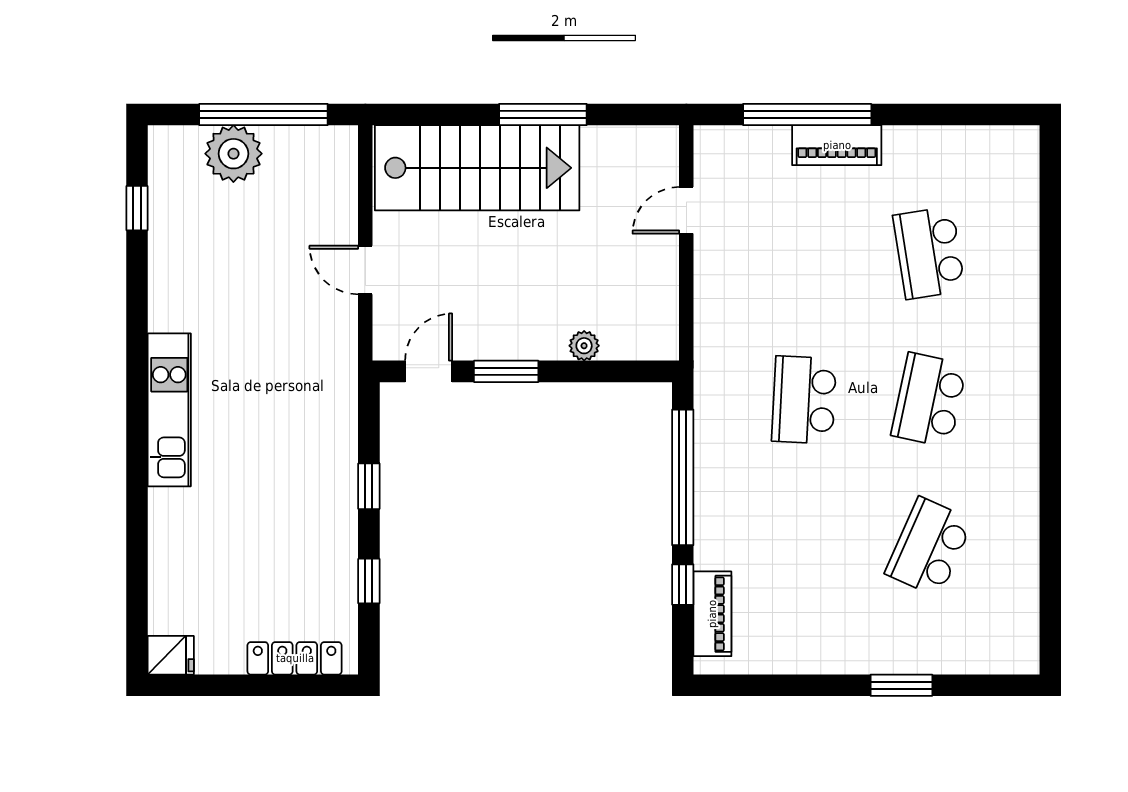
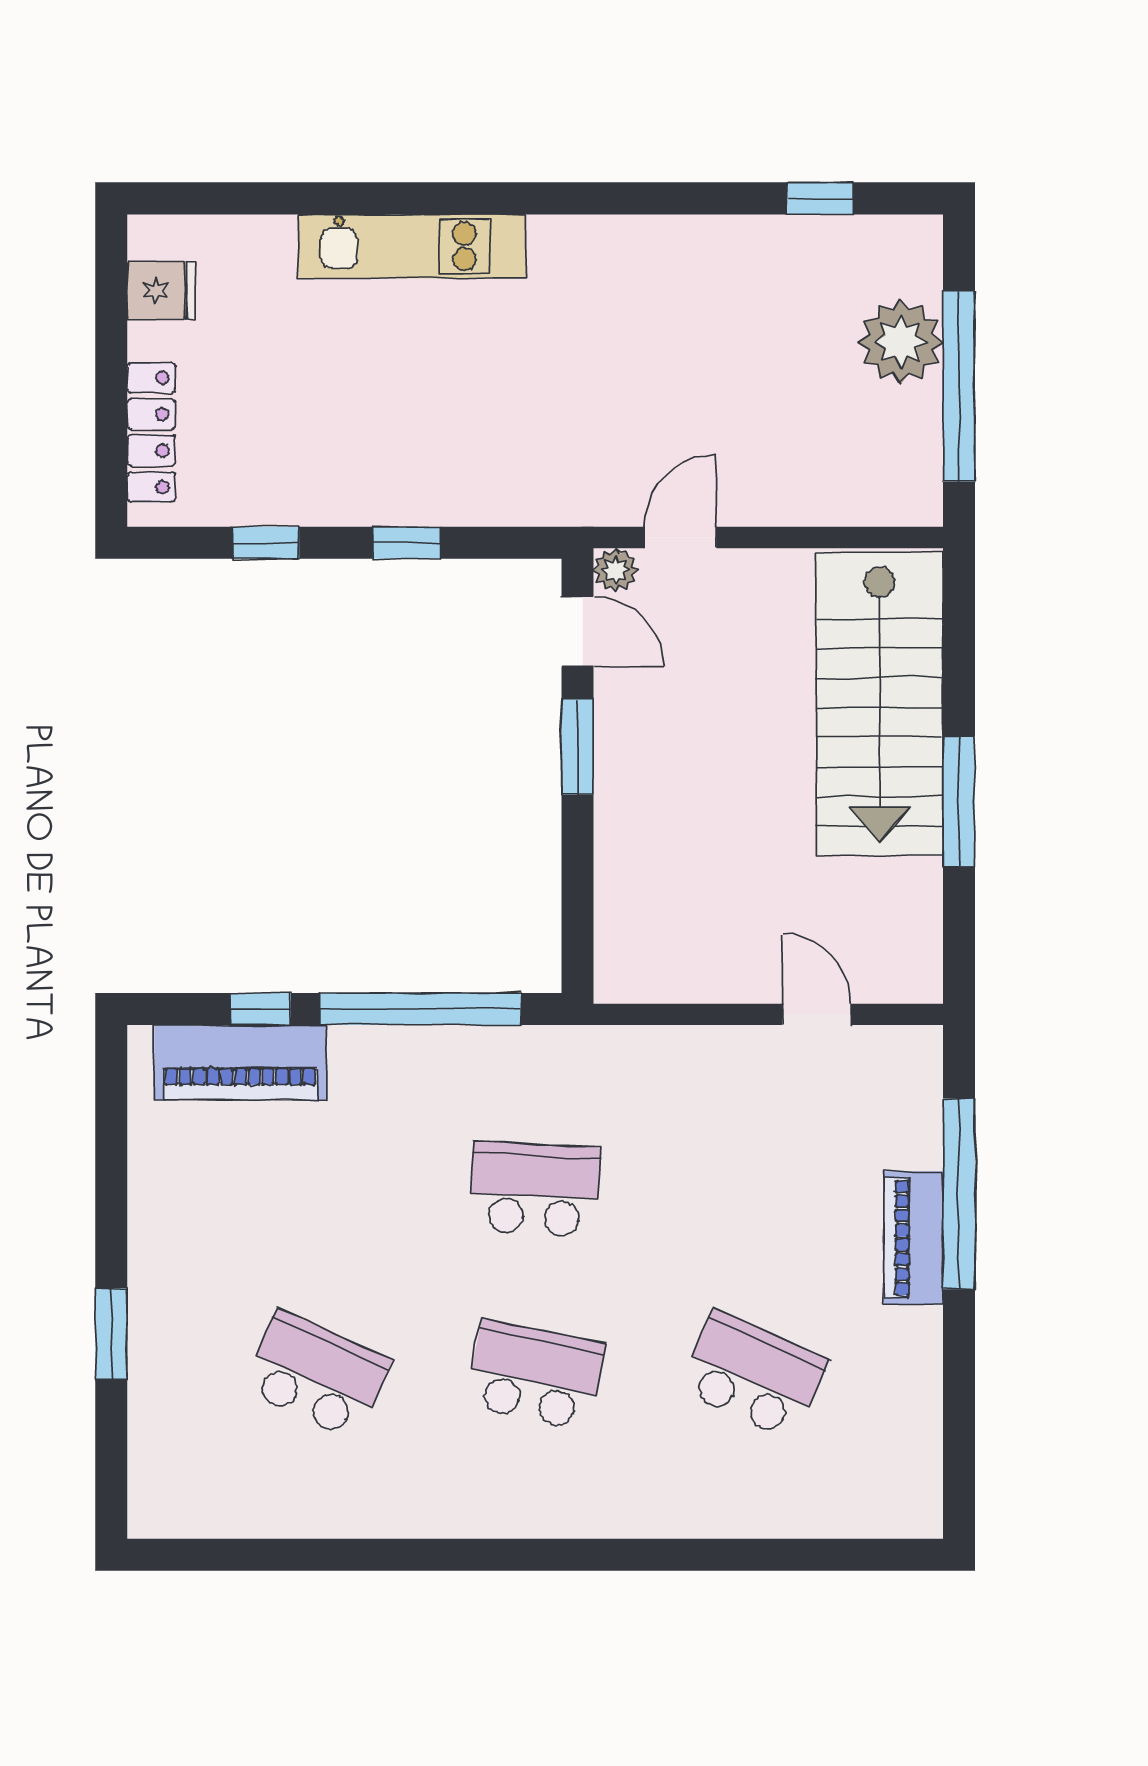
school desk: (929, 253) -> (754, 1375), turned 33
door: (365, 270) -> (680, 537), moved
plant: (584, 346) -> (616, 570), moved
kitchen unit: (169, 410) -> (412, 246), moved
piano: (712, 614) -> (240, 1062), width x1.37, depth x1.33
fridge: (171, 655) -> (161, 291), moved, turned -90

